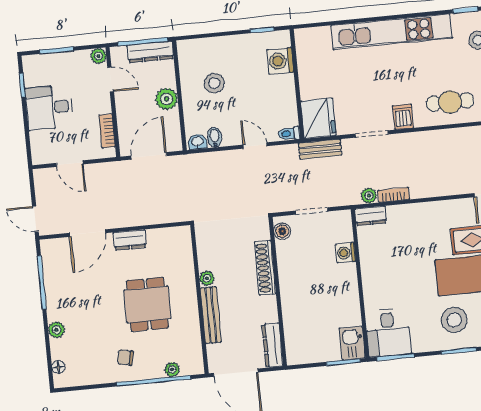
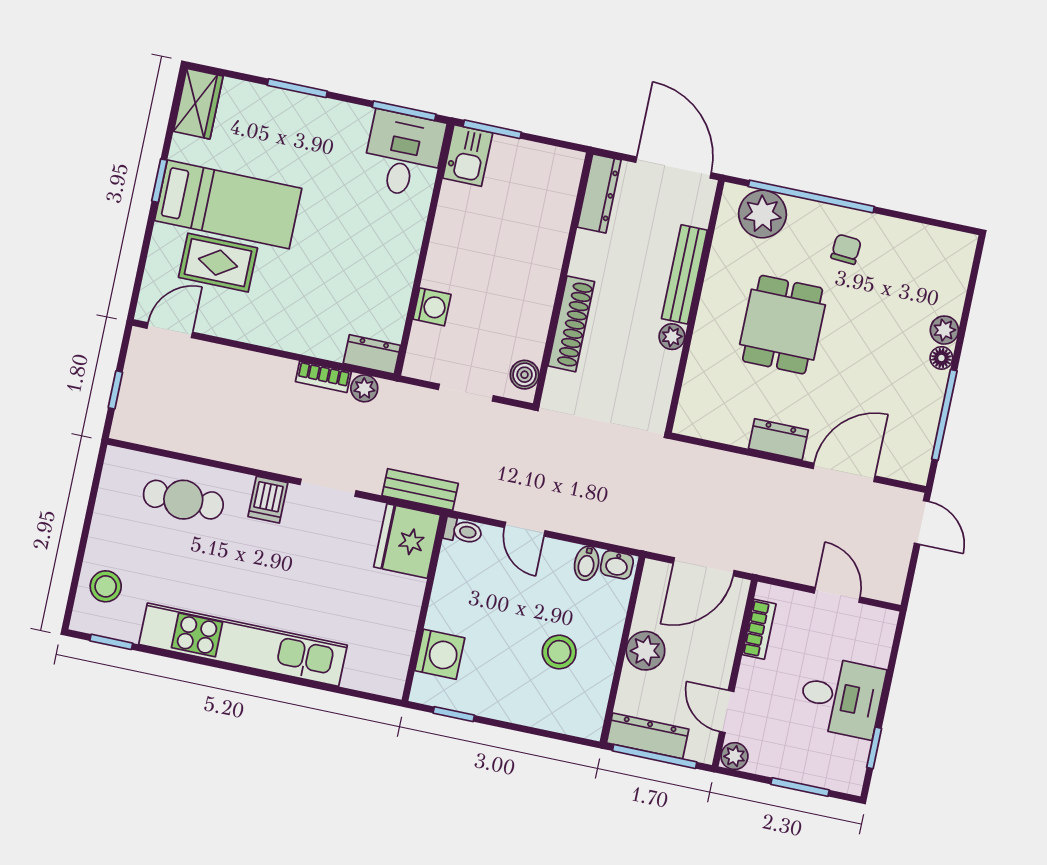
stool: (454, 320) -> (289, 141), removed
chair: (125, 357) -> (846, 249), turned -98
floor lamp: (58, 367) -> (941, 358), moved
plant: (172, 369) -> (762, 214), width x1.87, depth x1.87

